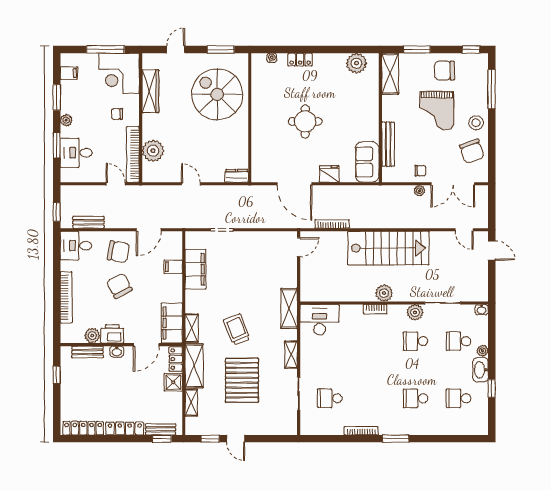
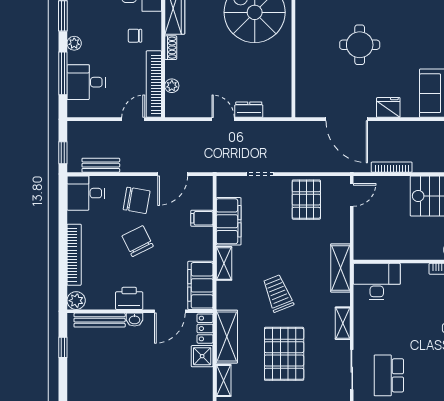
shoe rack: (147, 124) -> (171, 48), added
window: (57, 145) -> (63, 73), width x1.44
plant: (153, 151) -> (172, 86), width x0.53, depth x0.53
dresser: (237, 176) -> (249, 110), moved
door: (116, 184) -> (133, 119), hinge flipped
pallet: (261, 251) -> (306, 200), added
shelving: (192, 328) -> (224, 263), moved
plant: (92, 336) -> (76, 301), moved
bench: (87, 352) -> (100, 320), width x1.36
school desk: (330, 398) -> (389, 375), width x1.85

